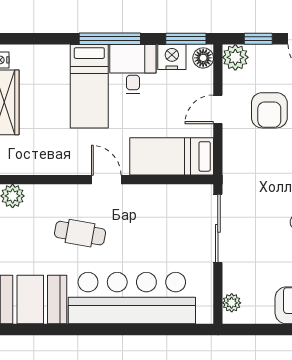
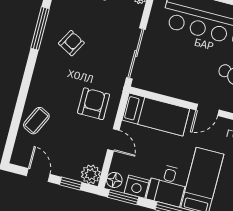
door: (218, 109) -> (113, 140), hinge flipped
armchair: (269, 110) -> (94, 104), moved
door: (106, 180) -> (208, 110), hinge flipped

